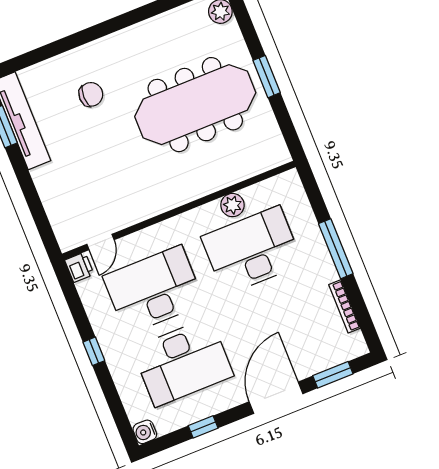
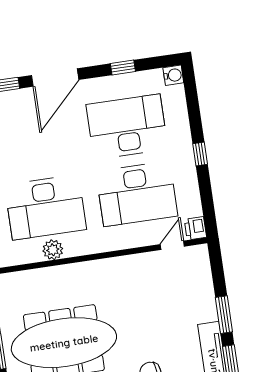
window: (24, 179) -> (224, 315), added

